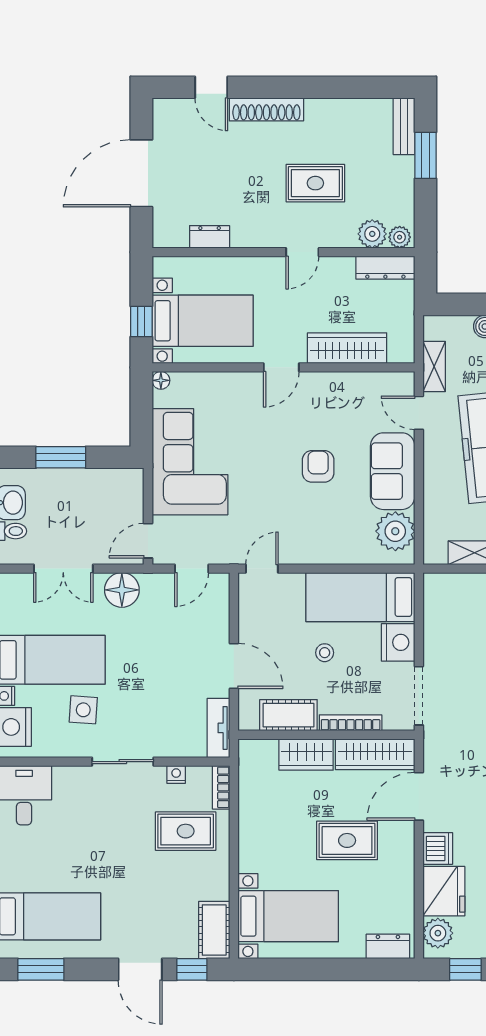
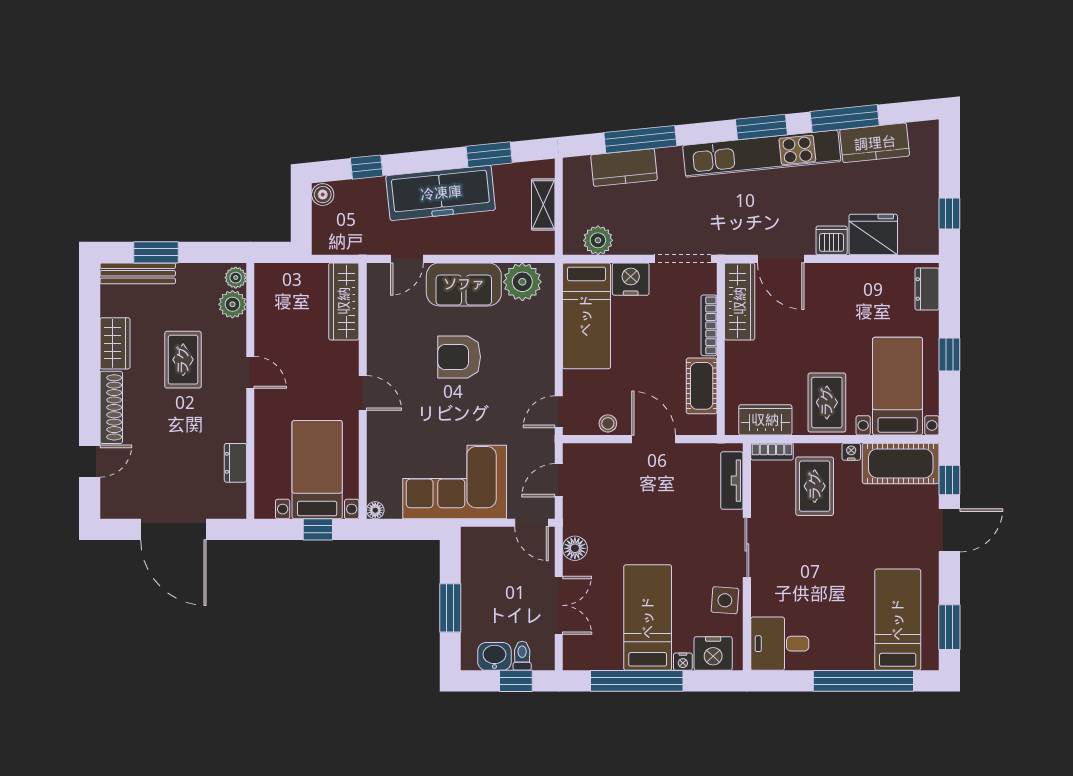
wardrobe: (332, 113) -> (115, 343), added
bench: (404, 126) -> (138, 273), width x1.36
dresser: (385, 268) -> (265, 291), removed
wardrobe: (347, 348) -> (344, 301), moved
shelving: (434, 367) -> (362, 244), removed
armchair: (318, 466) -> (459, 357), width x1.38, depth x1.38
door: (192, 569) -> (559, 480), swing flipped
door: (262, 569) -> (559, 412), hinge flipped
floor lamp: (122, 590) -> (575, 548), width x0.73, depth x0.73
stool: (325, 653) -> (608, 423), moved
door: (234, 666) -> (654, 439), hinge flipped
side table: (83, 710) -> (725, 600), moved
tv unit: (218, 728) -> (732, 481), moved, turned 90
wardrobe: (306, 755) -> (765, 420), moved, turned -90
nightstand: (176, 774) -> (851, 452), moved, turned 90
rug: (347, 840) -> (827, 402), moved
cot: (214, 930) -> (901, 463), width x1.37, depth x1.34
plant: (438, 933) -> (598, 240), moved
window: (321, 969) -> (949, 354), added

